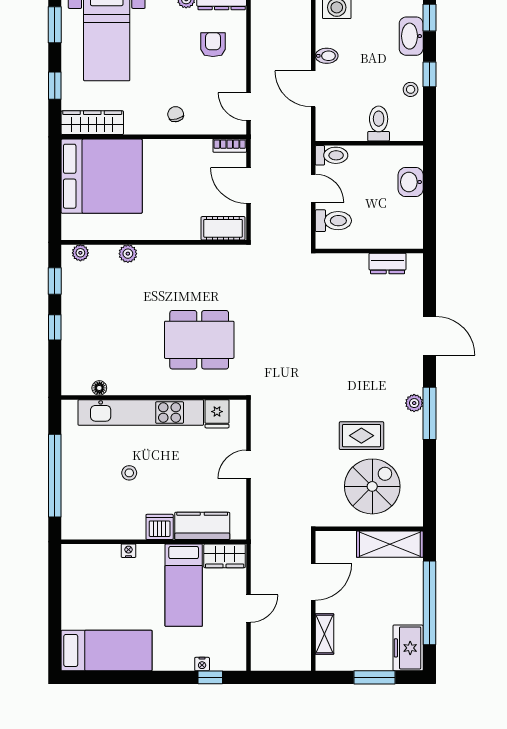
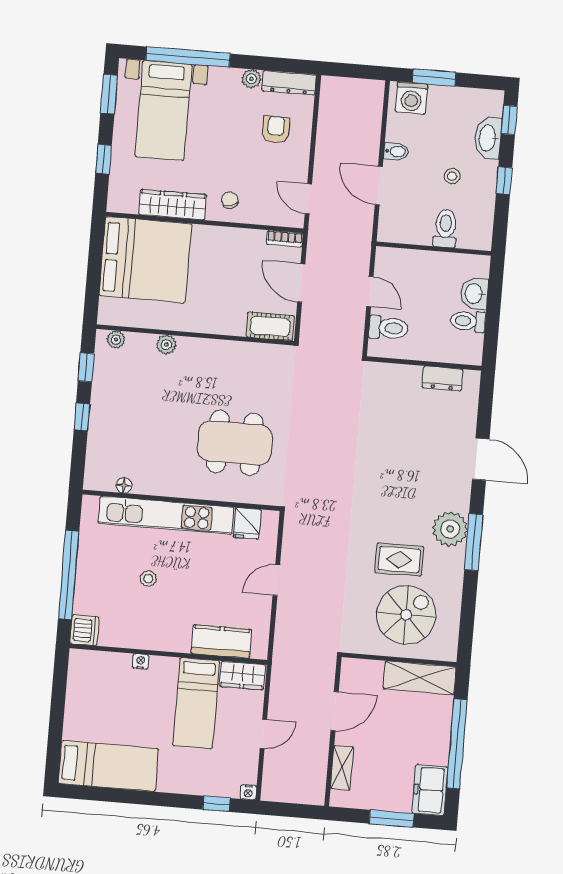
stool: (411, 89) -> (452, 176), moved
wardrobe: (92, 123) -> (173, 205), moved
toilet: (332, 155) -> (468, 321), moved, turned 180
plant: (414, 403) -> (450, 529), width x1.87, depth x1.87
dishwasher: (160, 527) -> (85, 630), moved, turned 90
nightstand: (202, 664) -> (248, 792), moved

